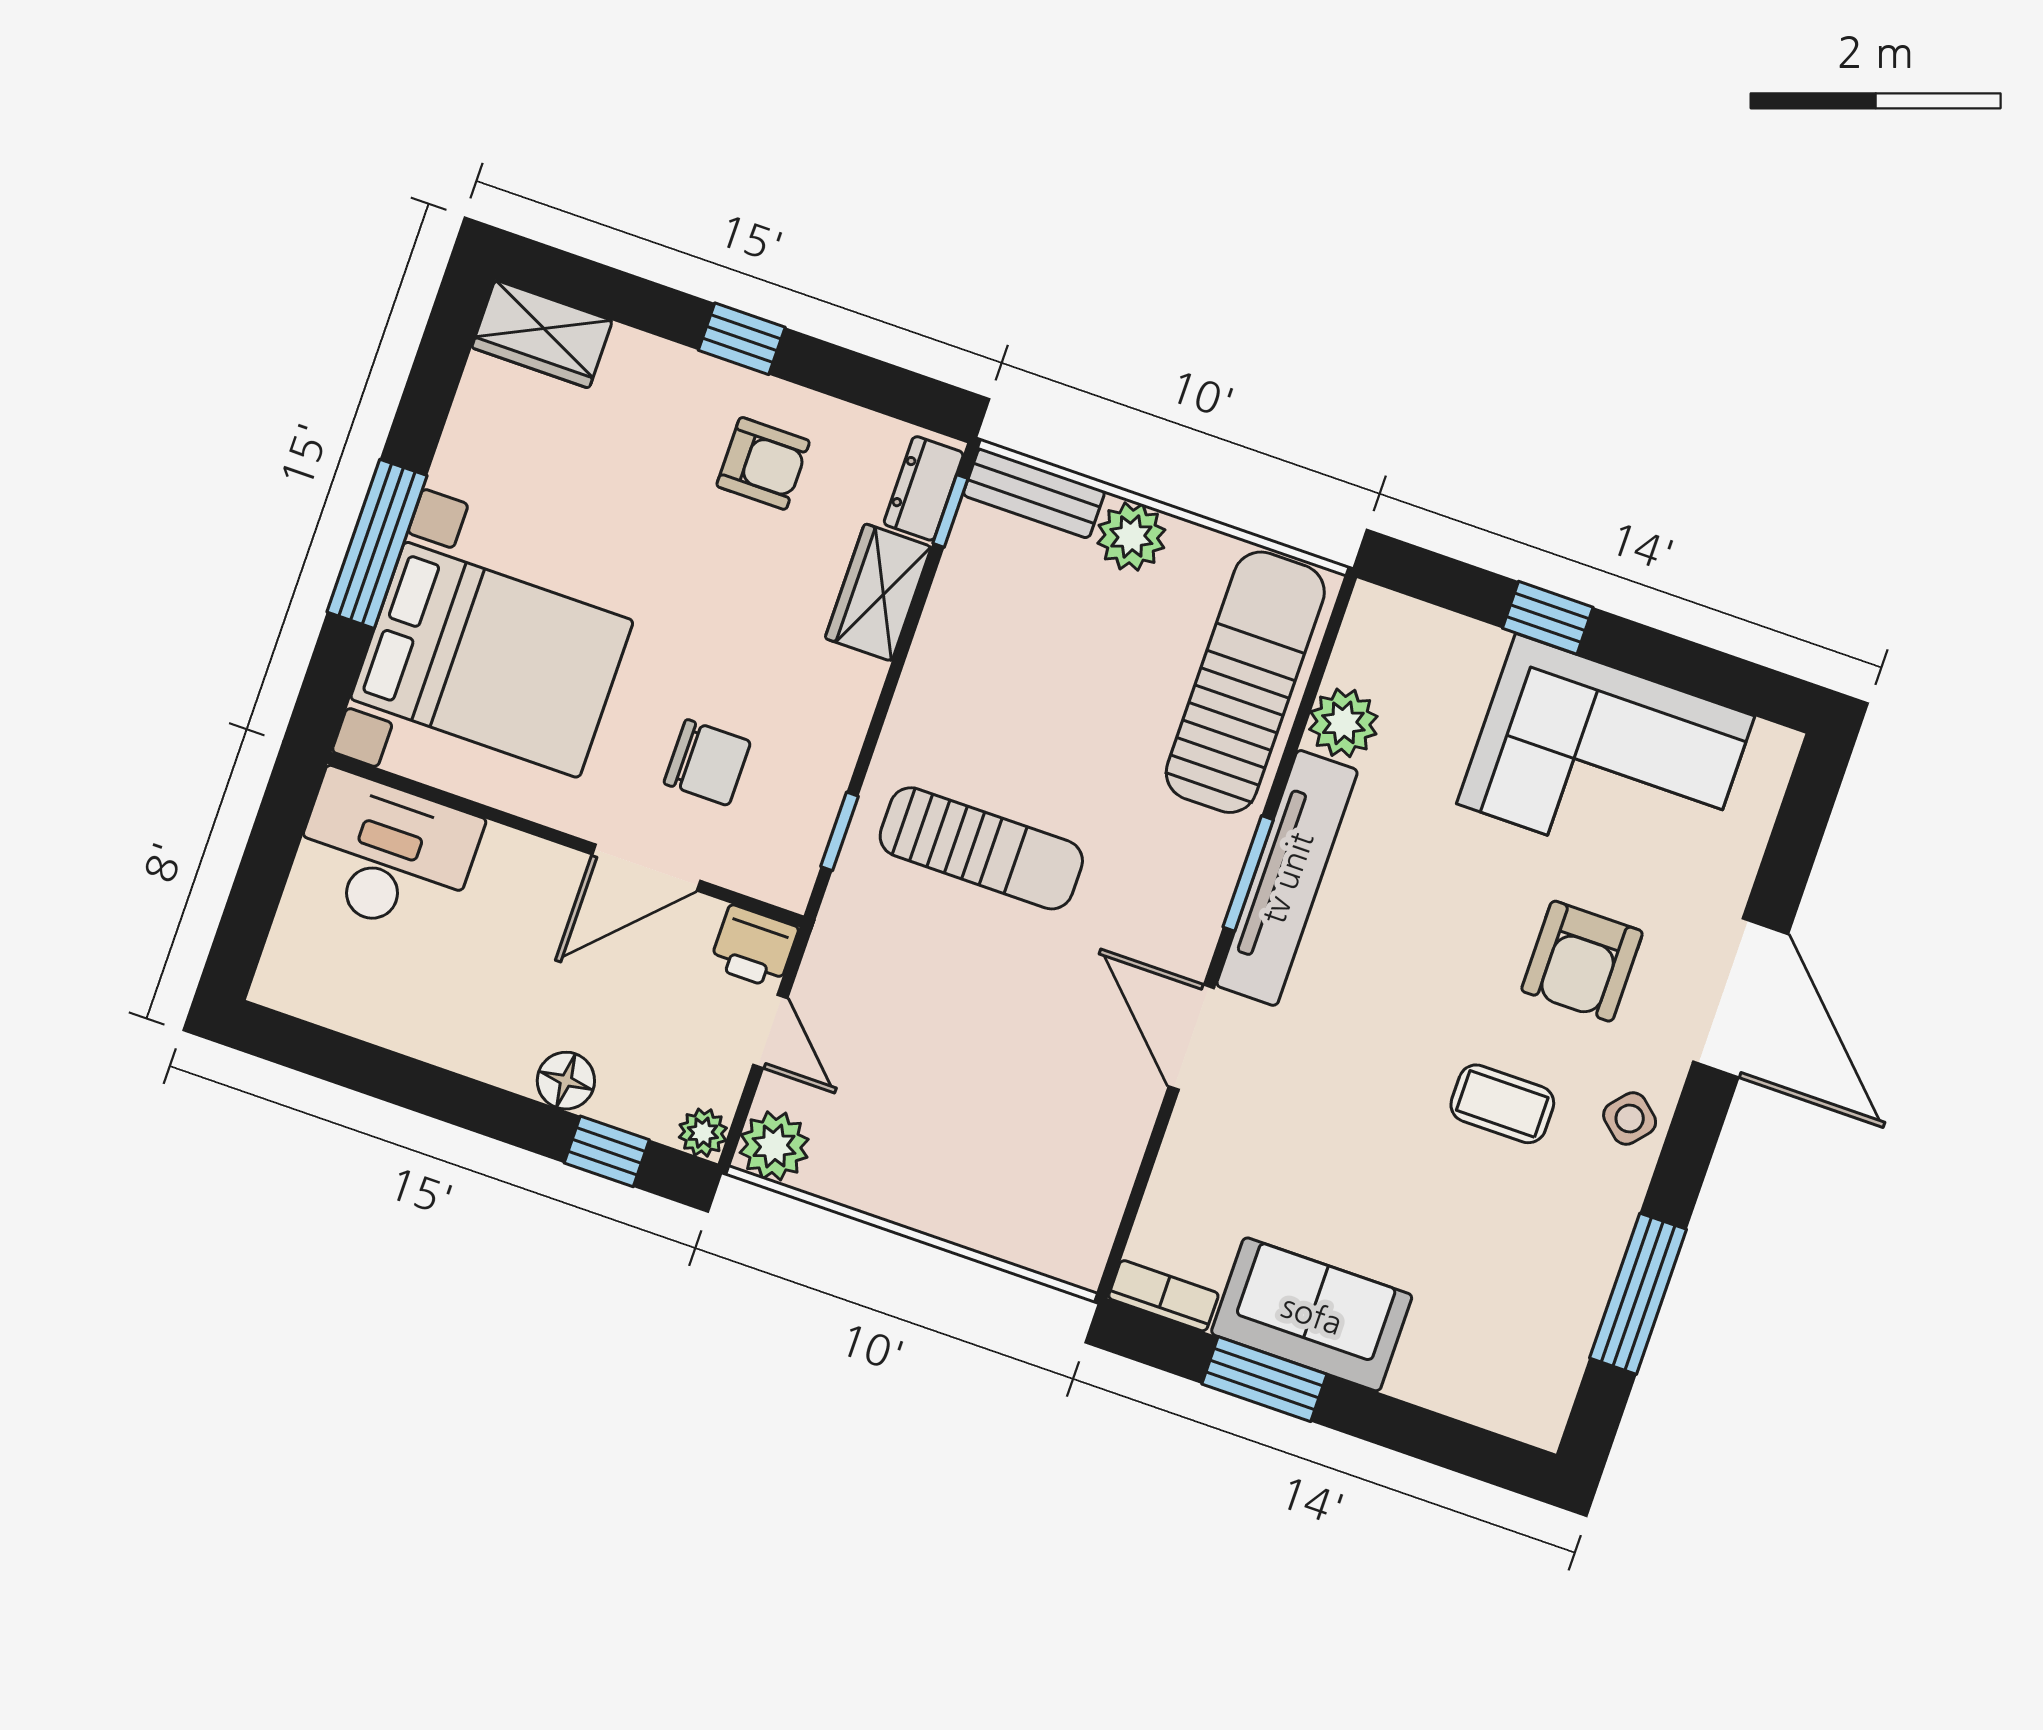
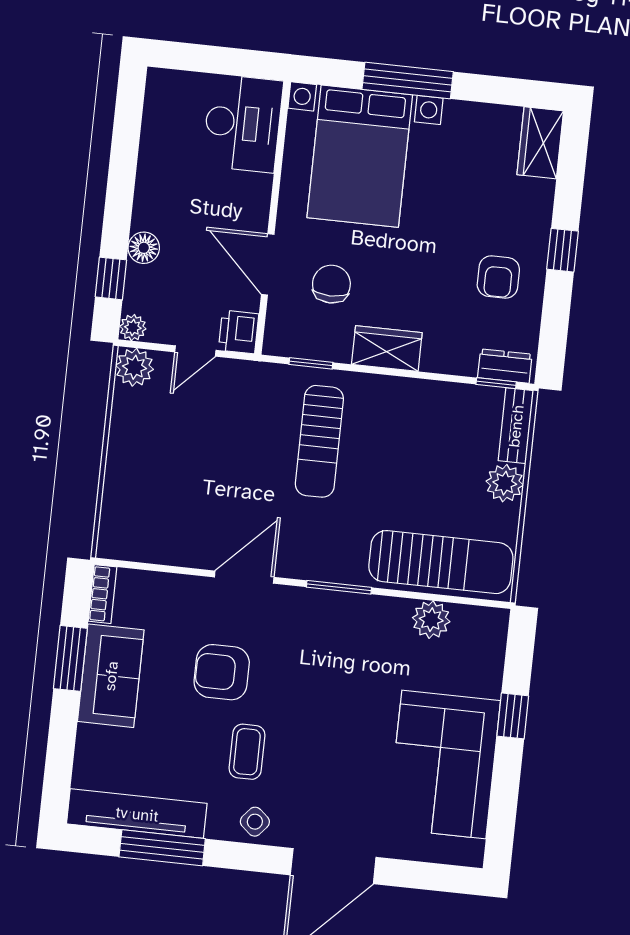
wardrobe: (878, 592) -> (387, 348), moved
chair: (707, 762) -> (331, 284), turned 180
tv unit: (1287, 878) -> (137, 814), moved, turned 180
armchair: (1582, 961) -> (222, 672), moved

